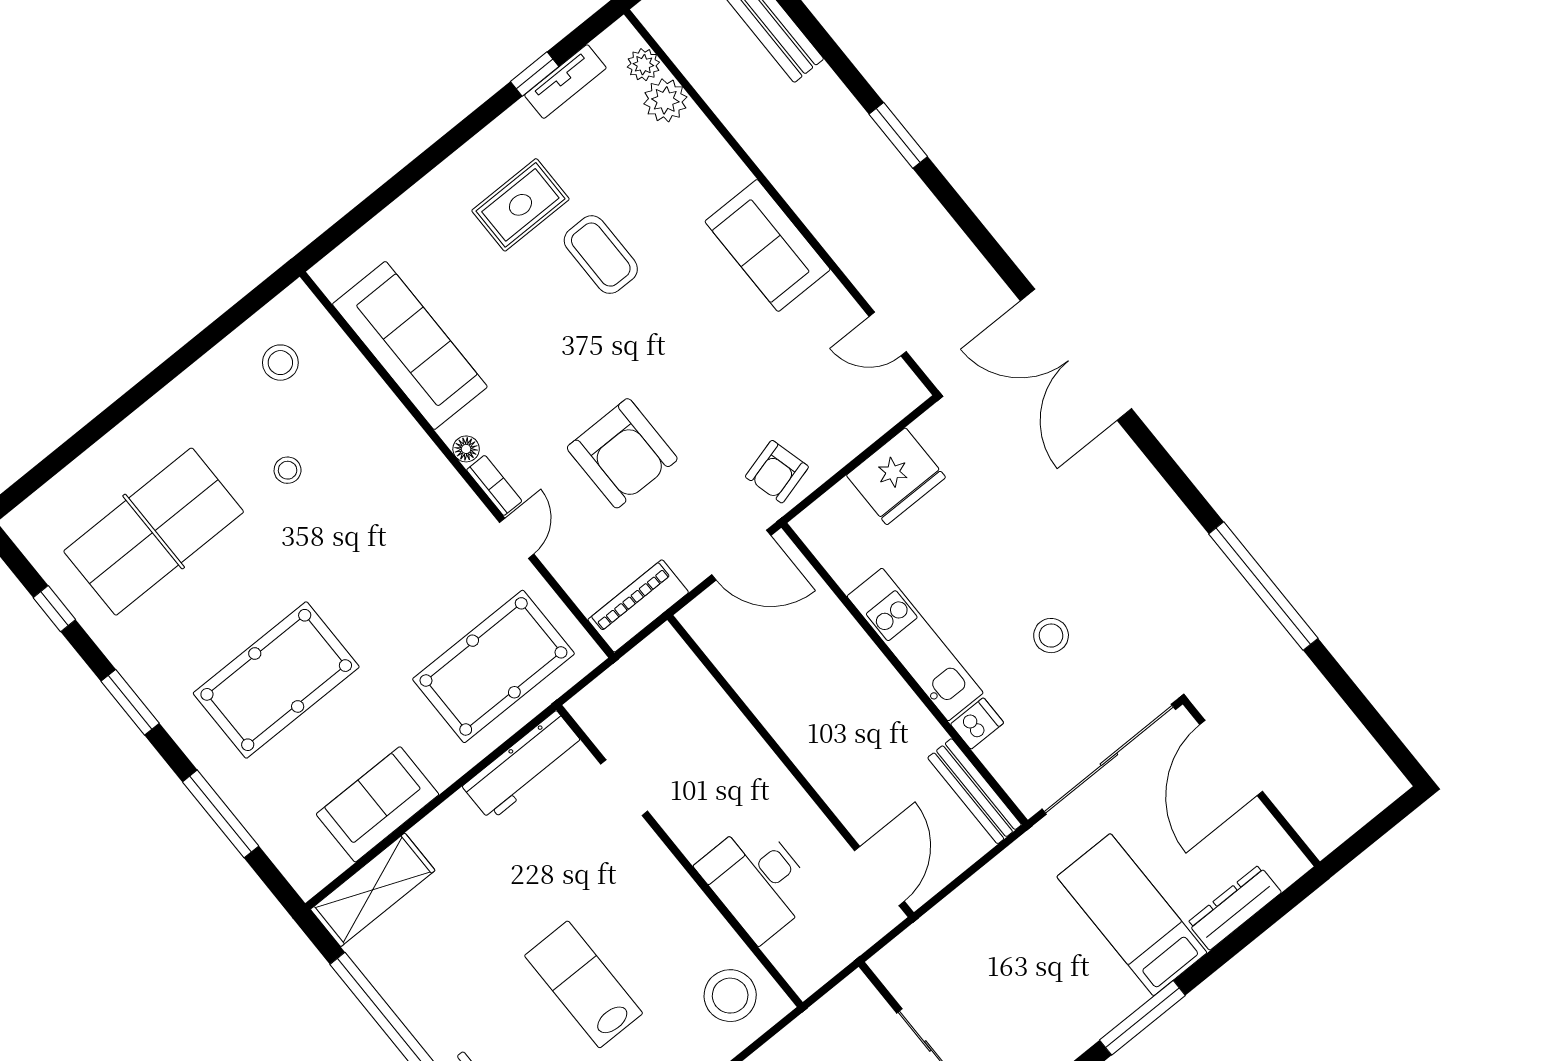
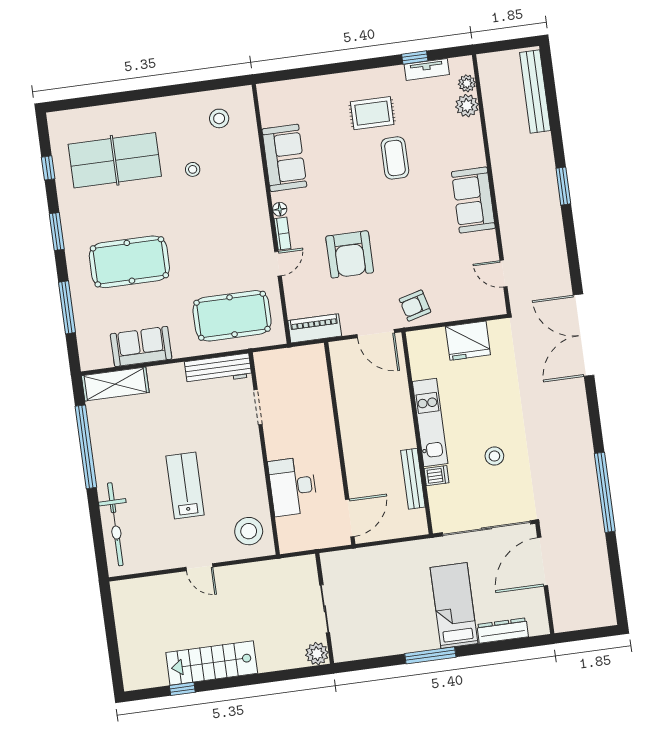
sofa: (410, 345) -> (284, 158), width x0.73
bench: (975, 791) -> (413, 479), moved

